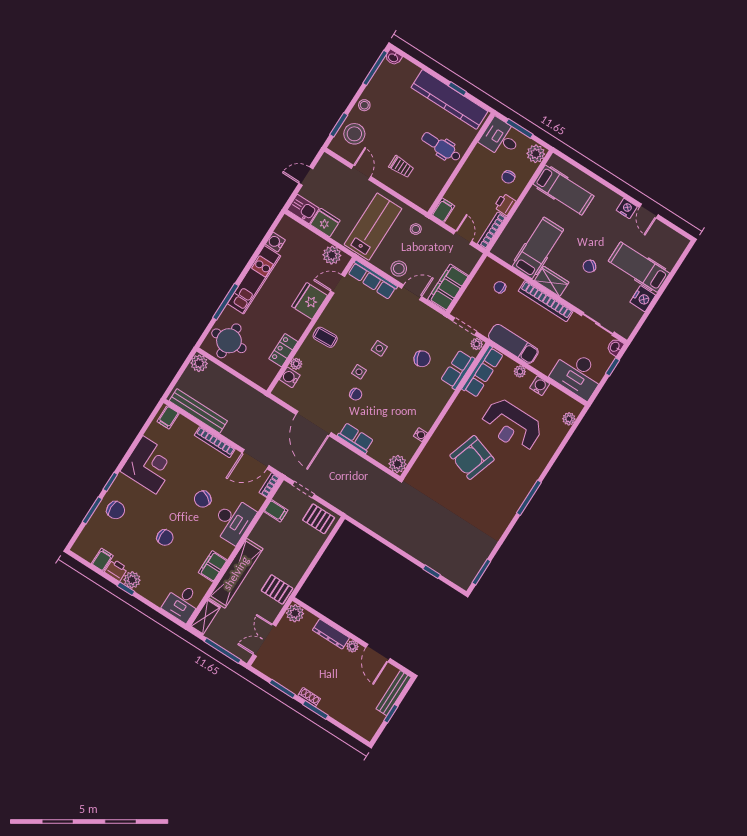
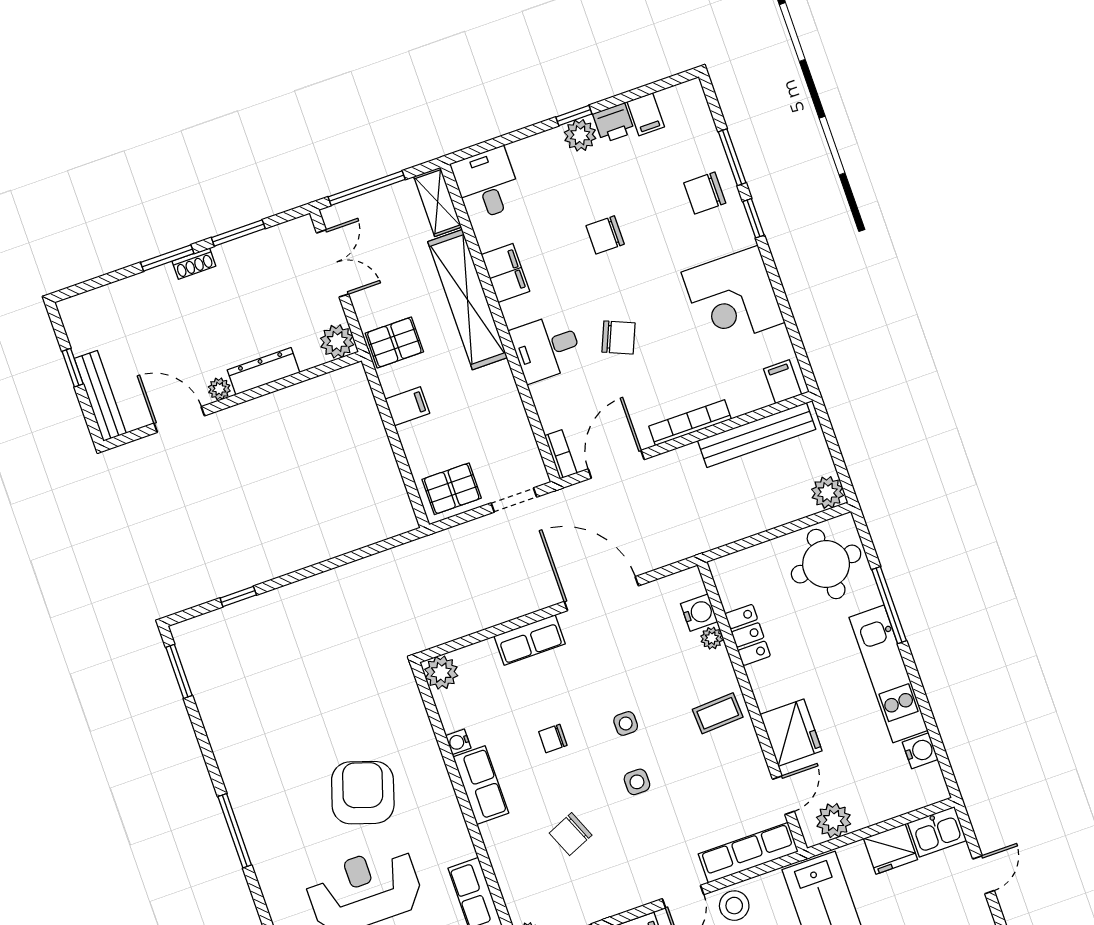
row of seats: (458, 370) -> (481, 785), moved
chair: (356, 394) -> (553, 739), moved
chair: (203, 499) -> (618, 337), turned 84
filing cabinet: (276, 511) -> (407, 406), moved, turned 180
desk: (233, 521) -> (546, 348), width x0.73

